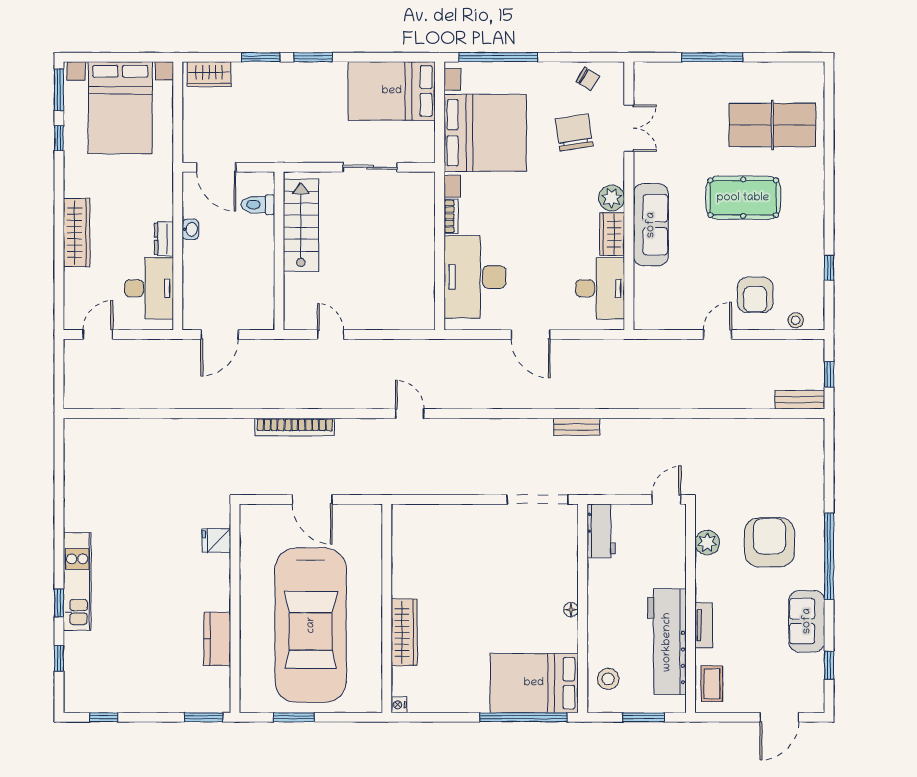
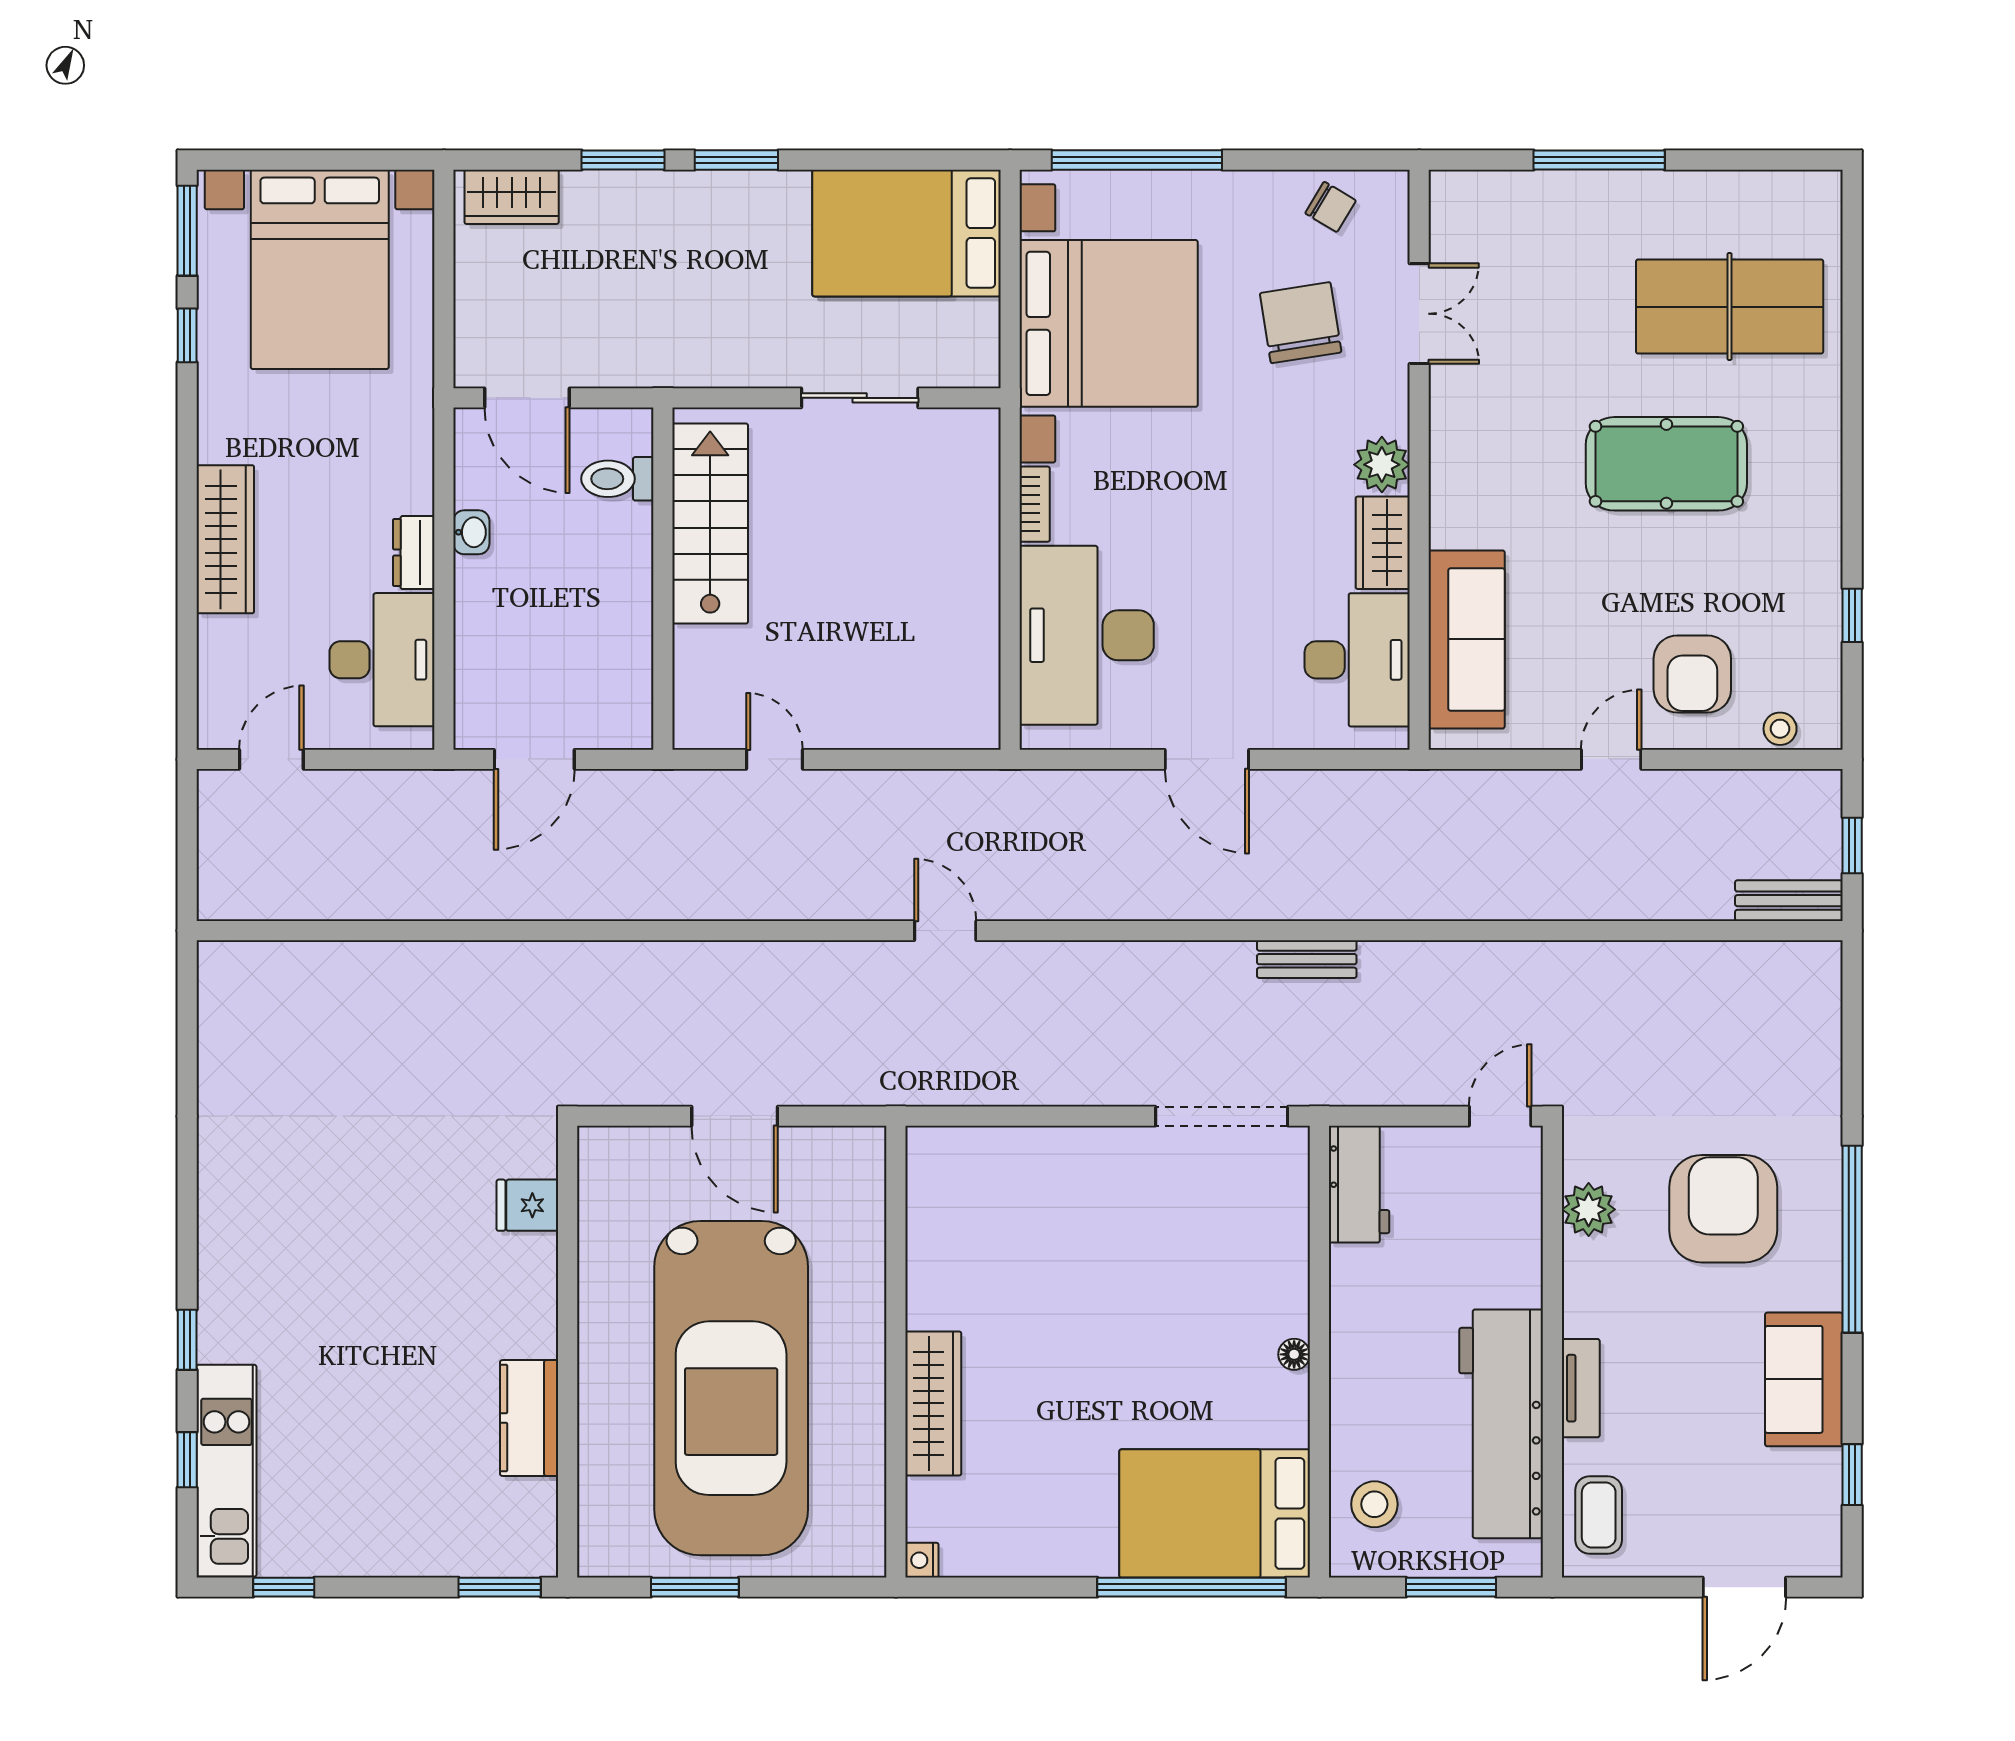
sofa: (651, 225) -> (1467, 639), moved
bookcase: (295, 427) -> (697, 960), removed
kitchen unit: (77, 581) -> (226, 1471), moved

